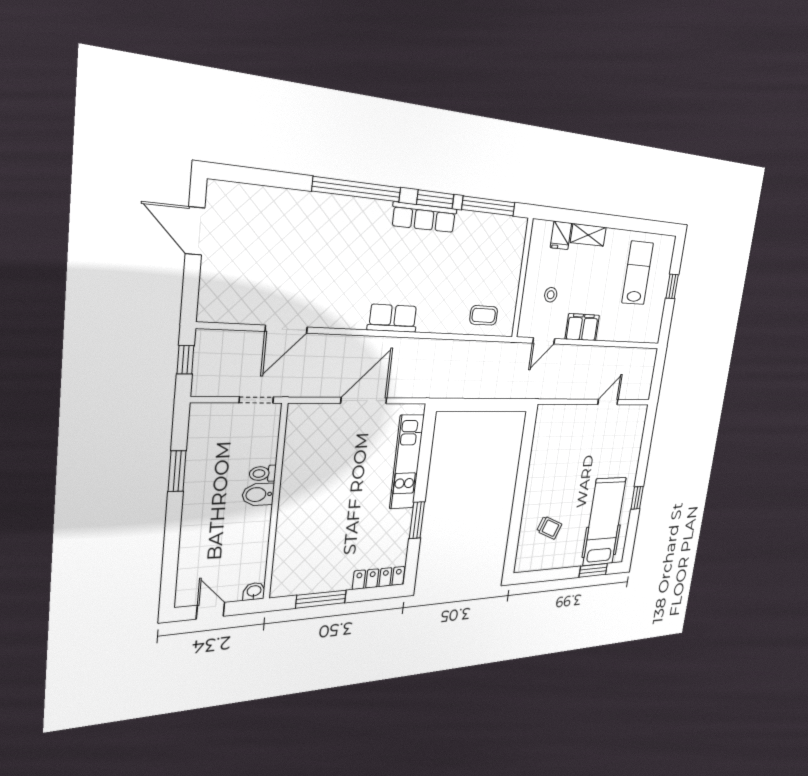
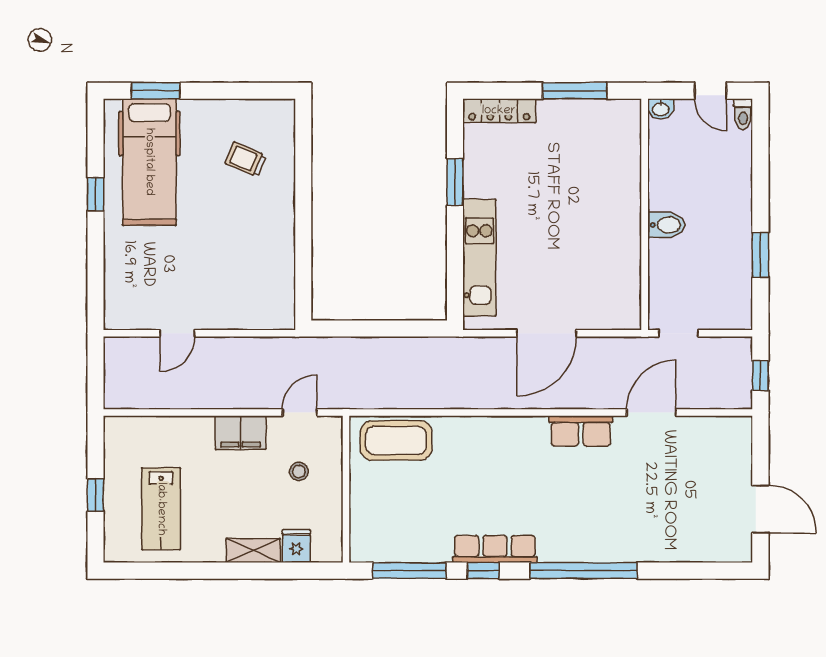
window: (435, 199) -> (483, 571), width x0.67
coffee table: (484, 315) -> (396, 440), width x1.86, depth x1.72
row of seats: (393, 318) -> (581, 431), moved
toilet: (263, 473) -> (743, 114), moved, turned 90

